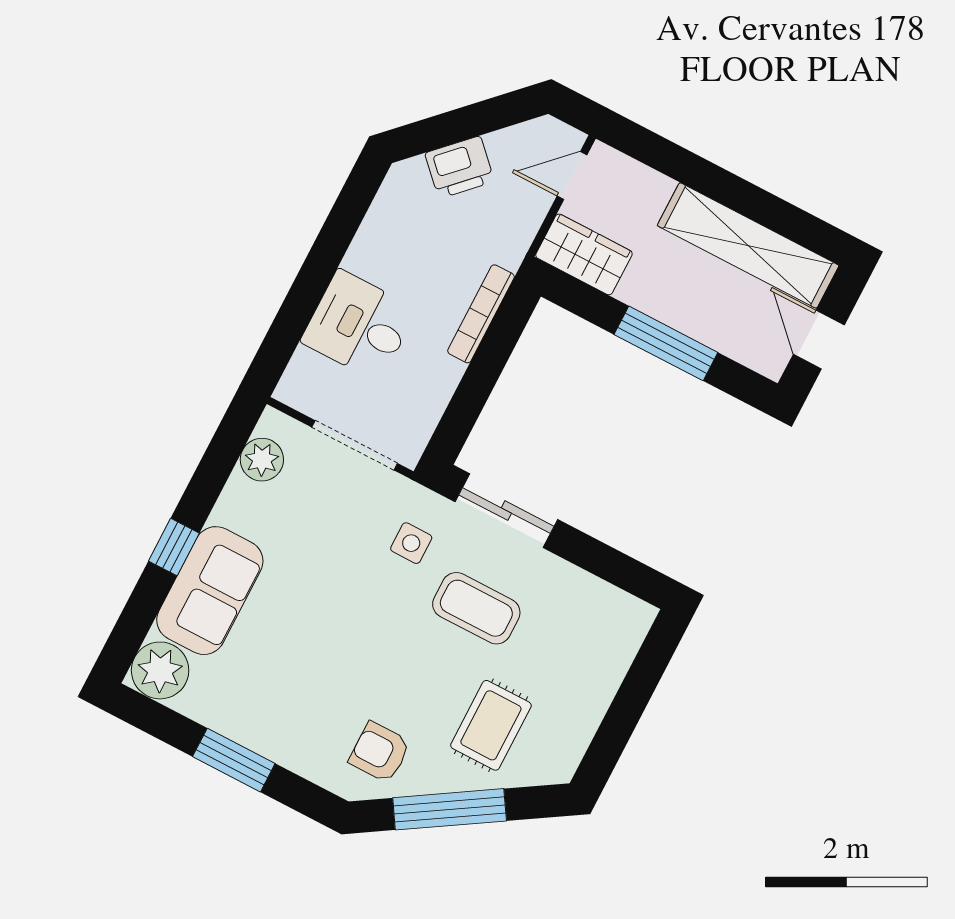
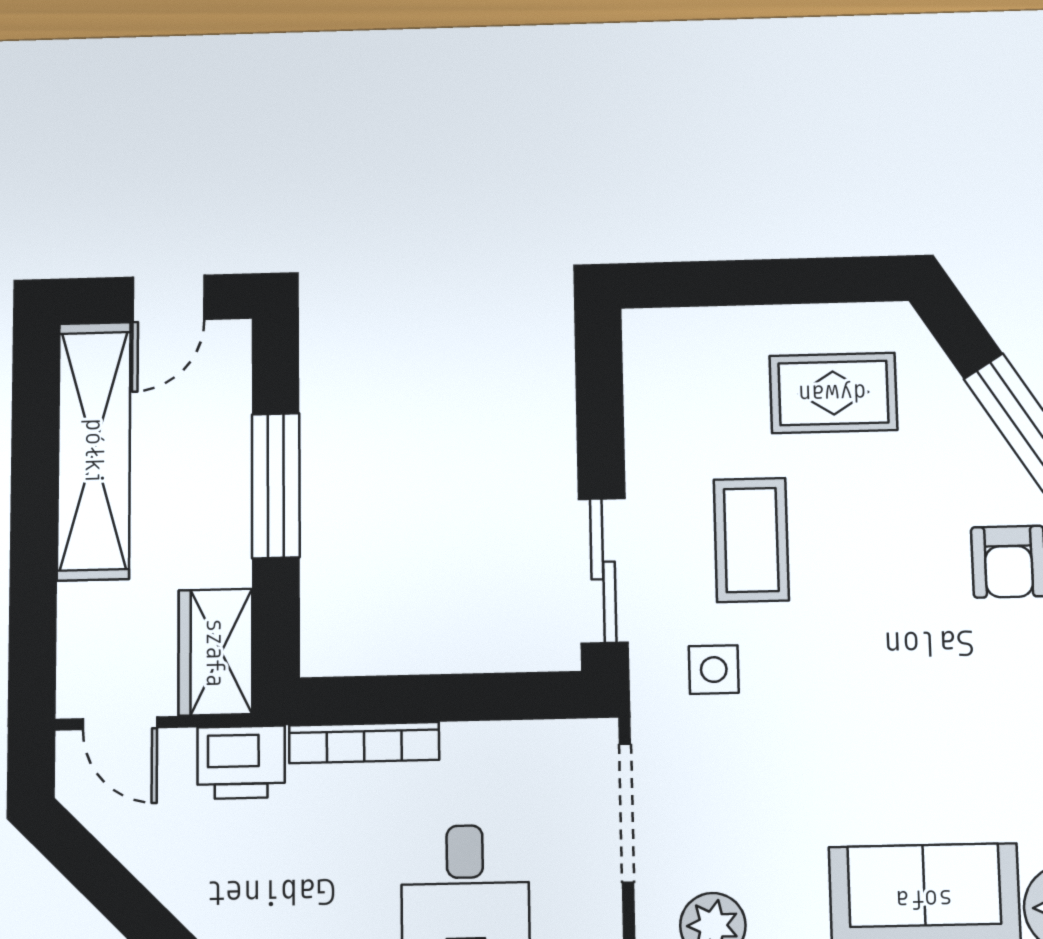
printer: (460, 167) -> (241, 762), moved, turned 135
rug: (491, 725) -> (833, 393), moved

